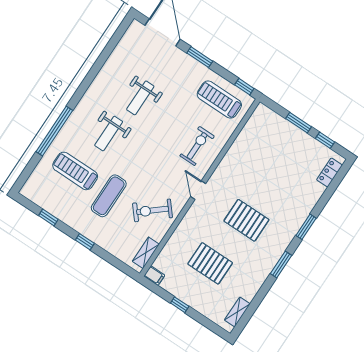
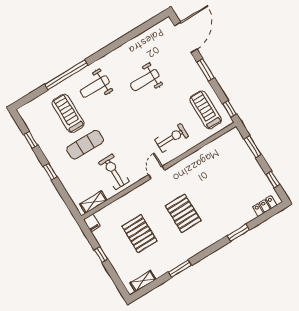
window: (299, 123) -> (253, 147), moved
weight bench: (109, 134) -> (95, 87), moved
exercise bike: (153, 210) -> (114, 172), turned 40
window: (306, 227) -> (238, 233), moved
window: (281, 264) -> (180, 269), moved

